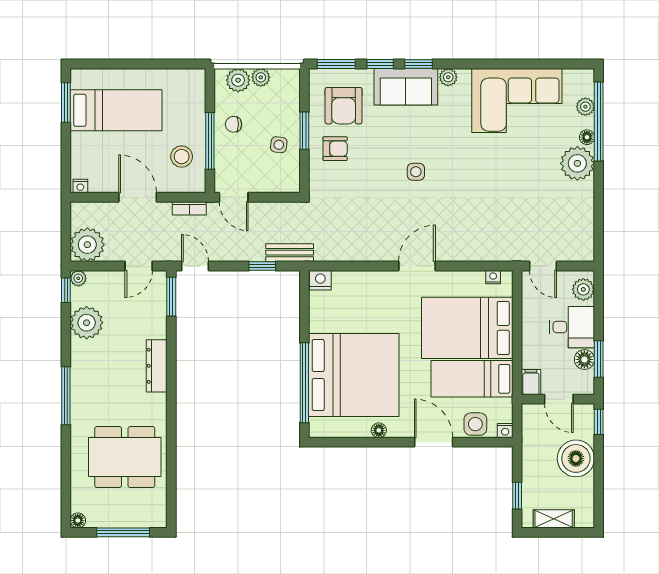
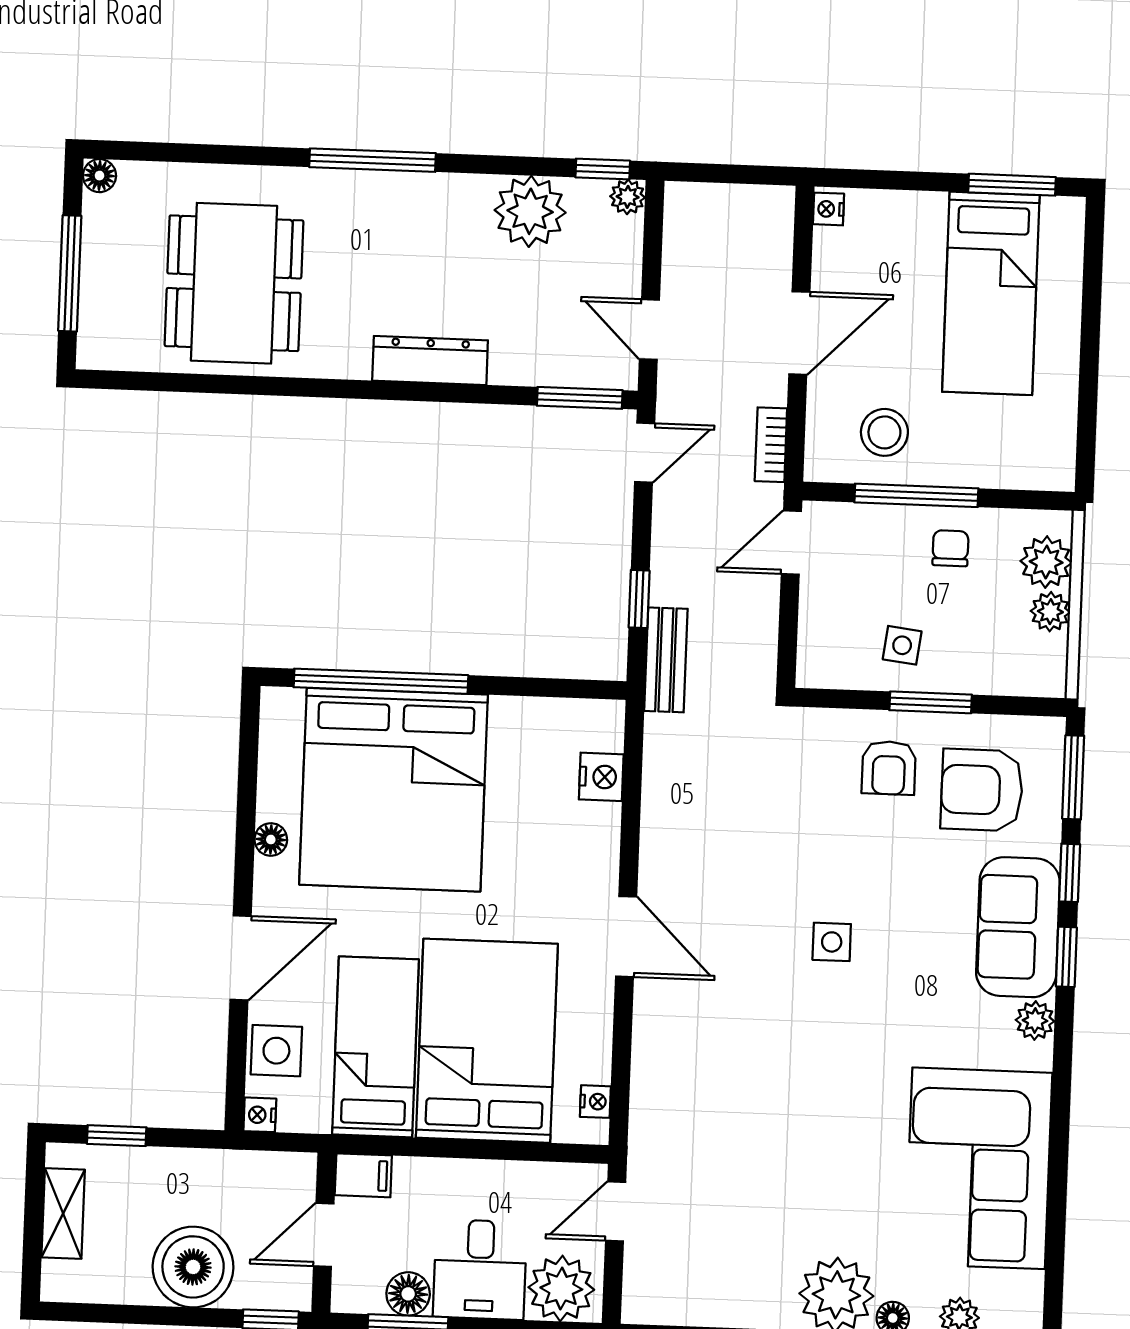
plant: (87, 245) -> (700, 219), removed
nightstand: (320, 280) -> (601, 777), moved
plant: (583, 289) -> (561, 1288), width x1.36, depth x1.36

